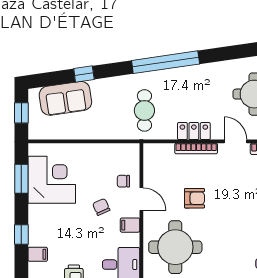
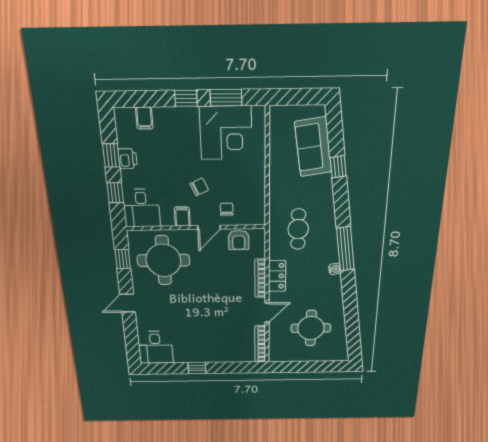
window: (166, 62) -> (345, 249), width x0.68
water cooler: (187, 72) -> (335, 269), added
cafe table: (144, 110) -> (298, 229), turned 90
window: (21, 113) -> (299, 97), removed
armchair: (194, 198) -> (239, 240), moved
window: (21, 234) -> (186, 98), moved

